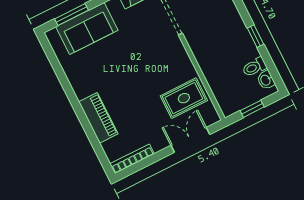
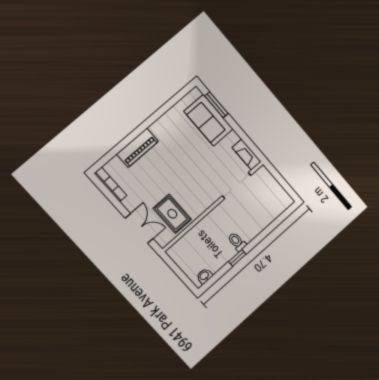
toilet: (254, 67) -> (237, 242), moved
window: (252, 109) -> (178, 272), removed

